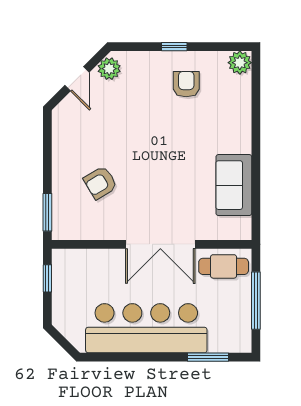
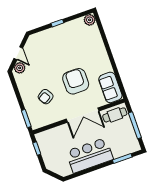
plant: (109, 69) -> (20, 68), moved
armchair: (186, 84) -> (76, 81), moved, width x1.88, depth x1.88
sofa: (234, 185) -> (110, 87), moved
bar counter: (146, 328) -> (90, 155), width x0.73

